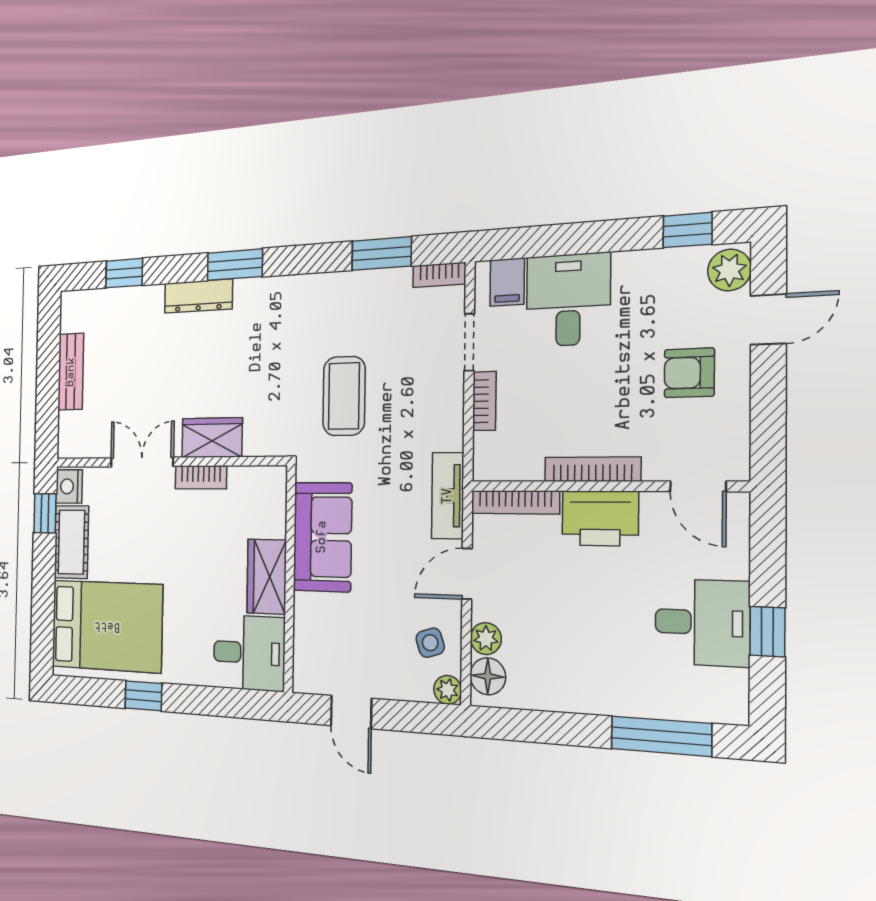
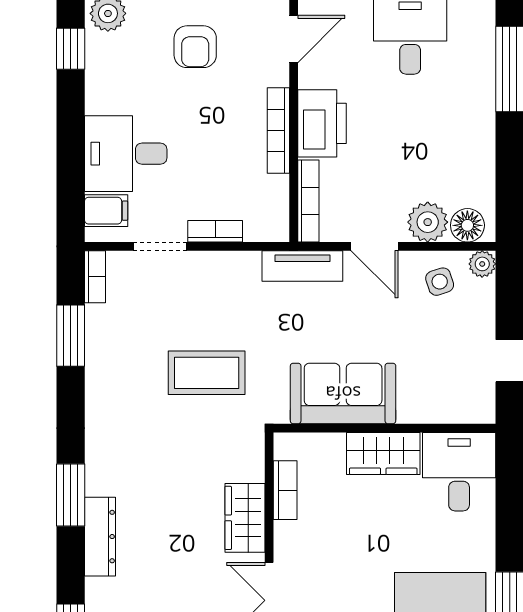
bookcase: (201, 477) -> (285, 490), moved
plant: (486, 639) -> (428, 222), width x1.38, depth x1.38

